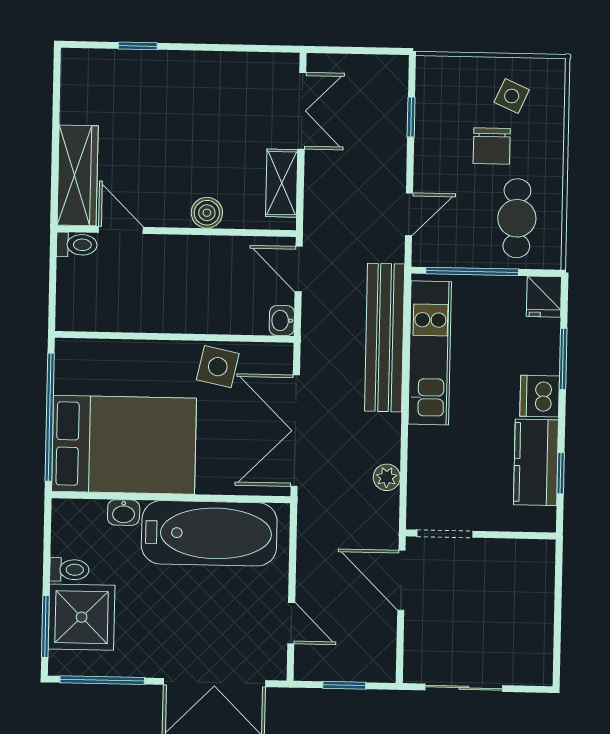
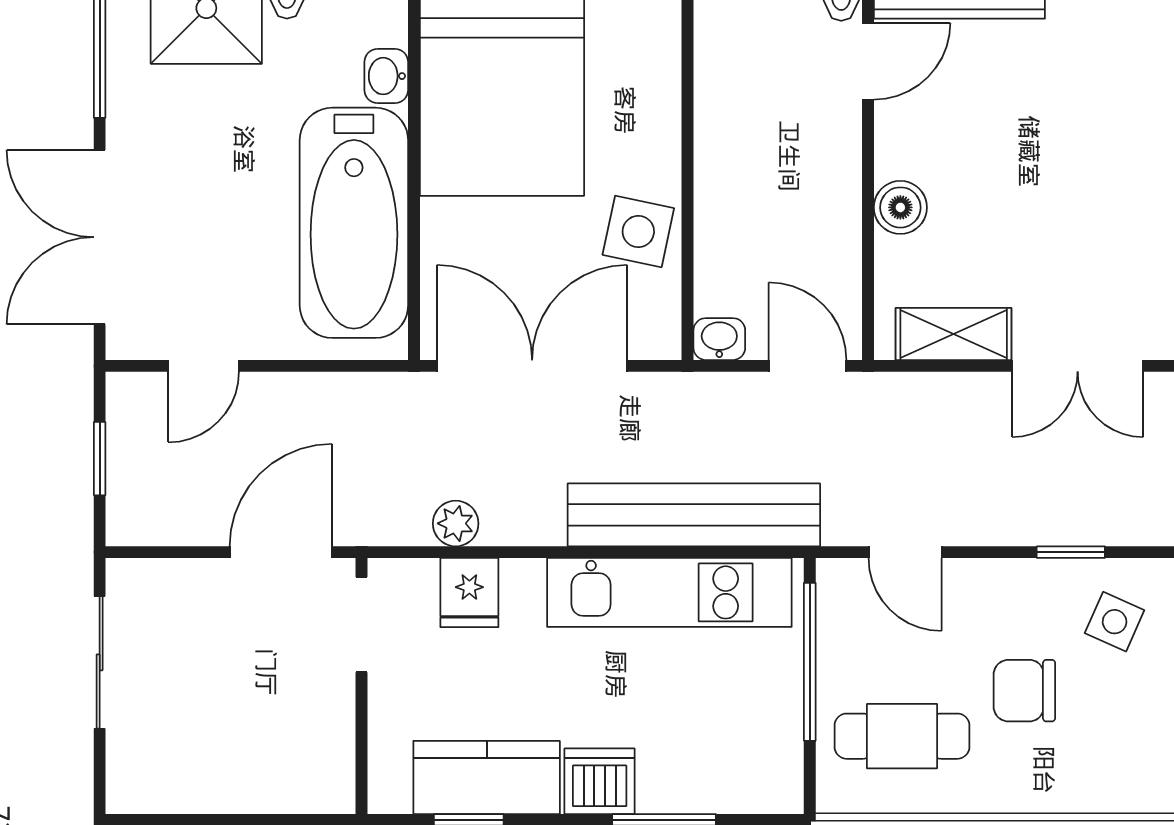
side table: (512, 96) -> (1115, 622), moved
door: (299, 269) -> (808, 366), hinge flipped
fridge: (544, 297) -> (469, 593), moved, turned -90

